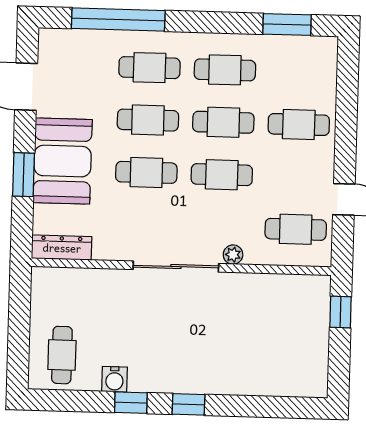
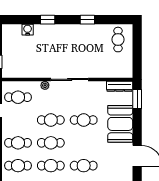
cafe table: (148, 120) -> (18, 166), moved
window: (23, 175) -> (137, 99), moved
water cooler: (115, 379) -> (28, 30), moved
window: (189, 404) -> (48, 20), moved

